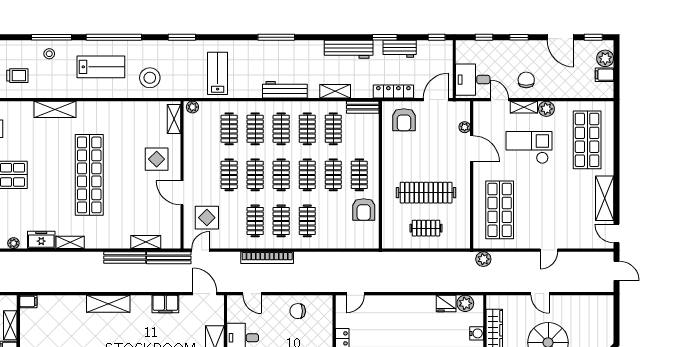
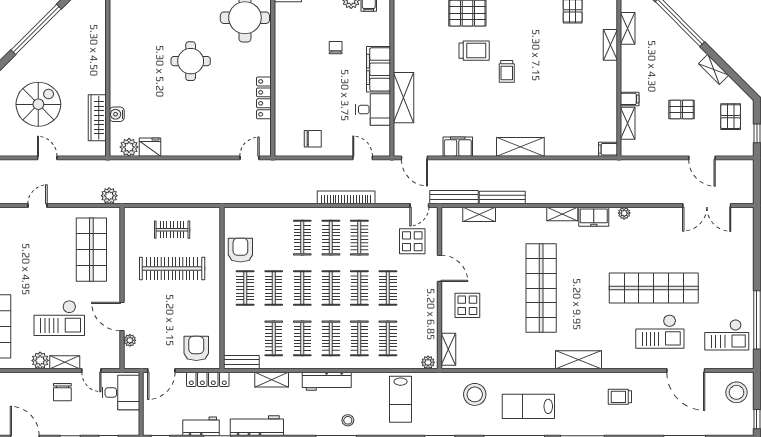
stool: (49, 54) -> (348, 420), moved

